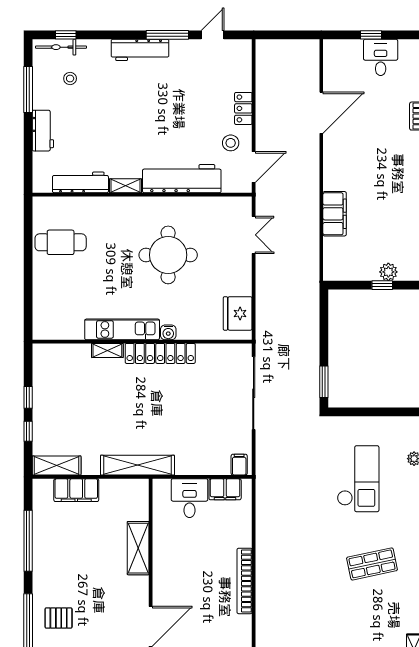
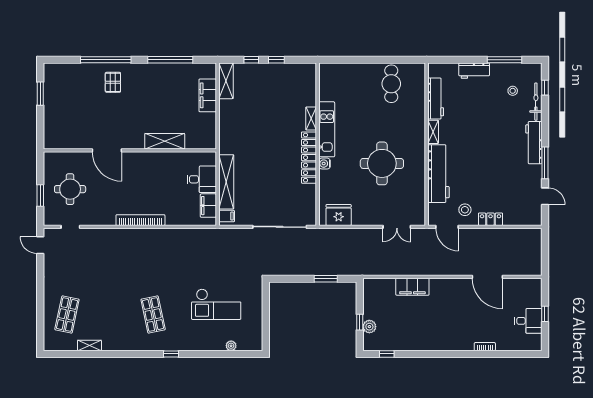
bicycle: (61, 47) -> (536, 102), moved
window: (324, 382) -> (326, 279), moved
shelving: (137, 465) -> (226, 182), moved

